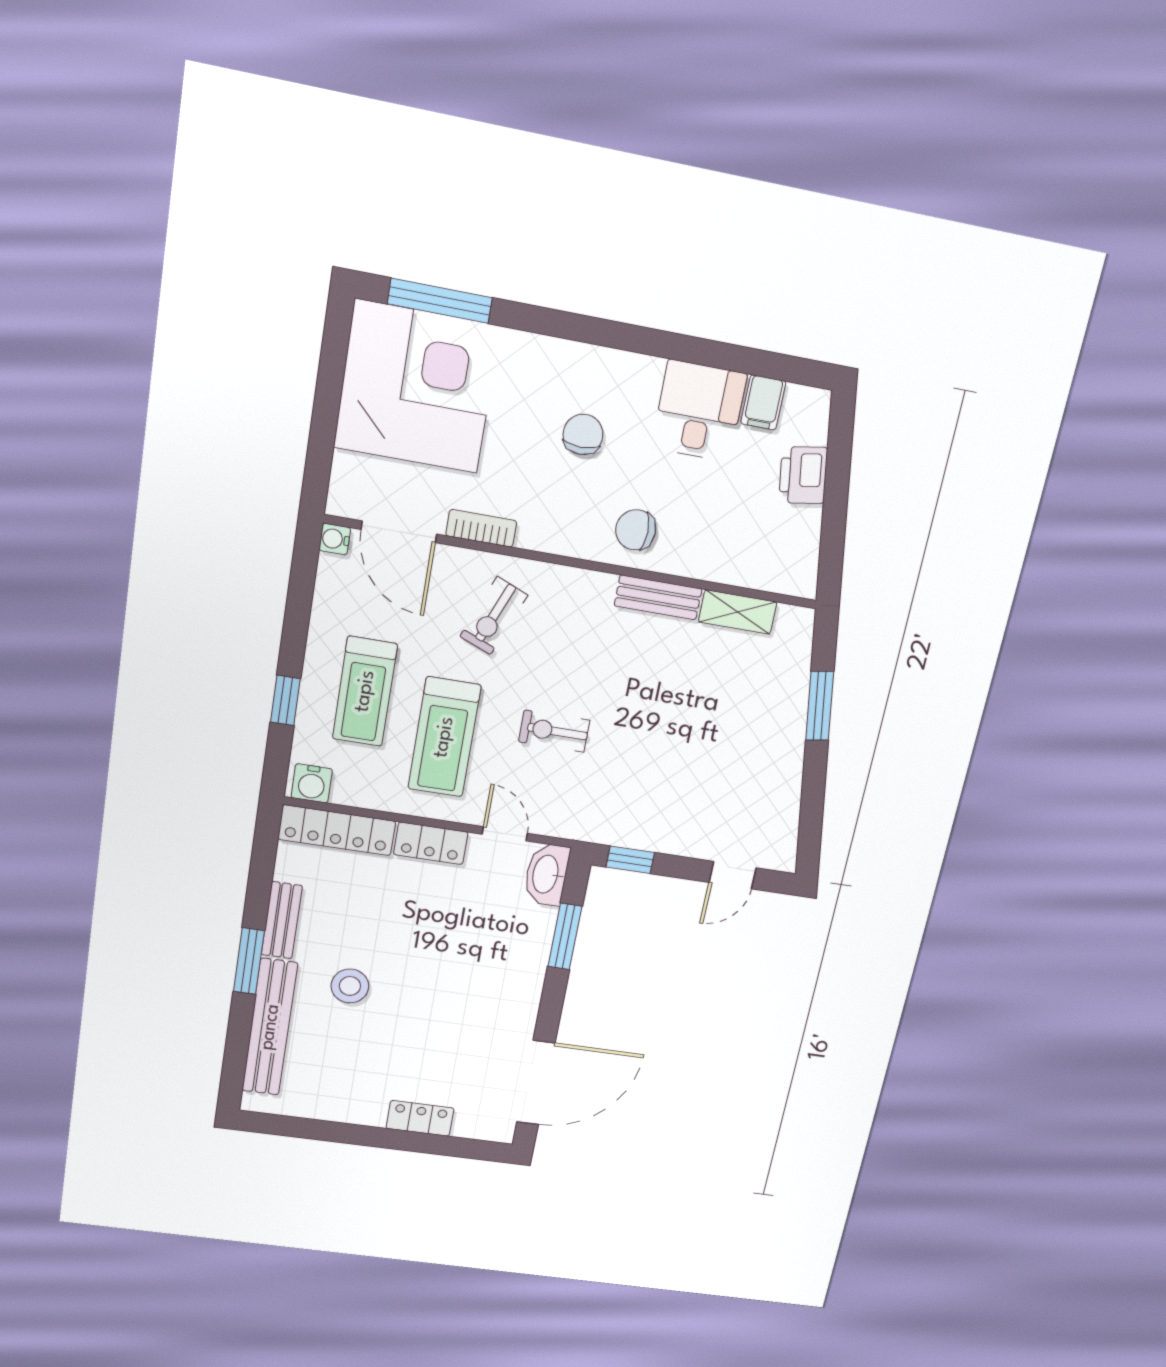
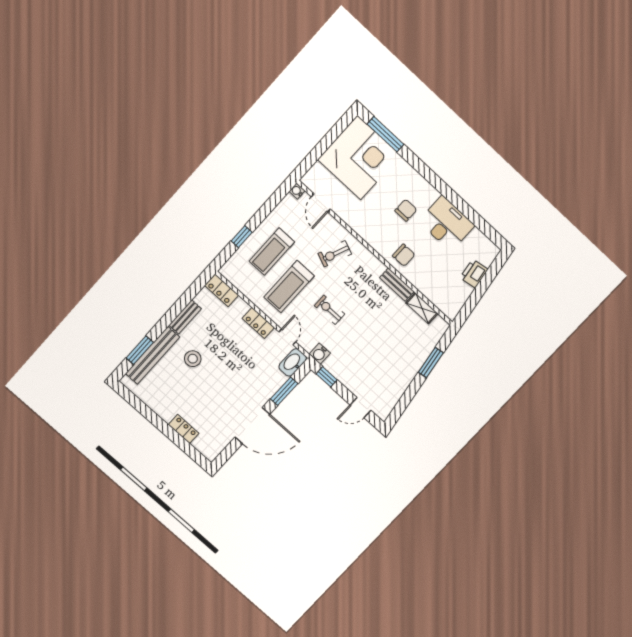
filing cabinet: (763, 402) -> (475, 239), removed
desk: (699, 411) -> (446, 223), width x1.37
bookcase: (481, 528) -> (350, 220), removed
chair: (636, 530) -> (404, 255), turned 180
door: (399, 532) -> (321, 203), width x0.73
water cooler: (312, 783) -> (320, 354), moved
locker: (337, 830) -> (222, 290), width x0.66
window: (249, 961) -> (140, 350), moved
door: (536, 1083) -> (252, 426), moved

